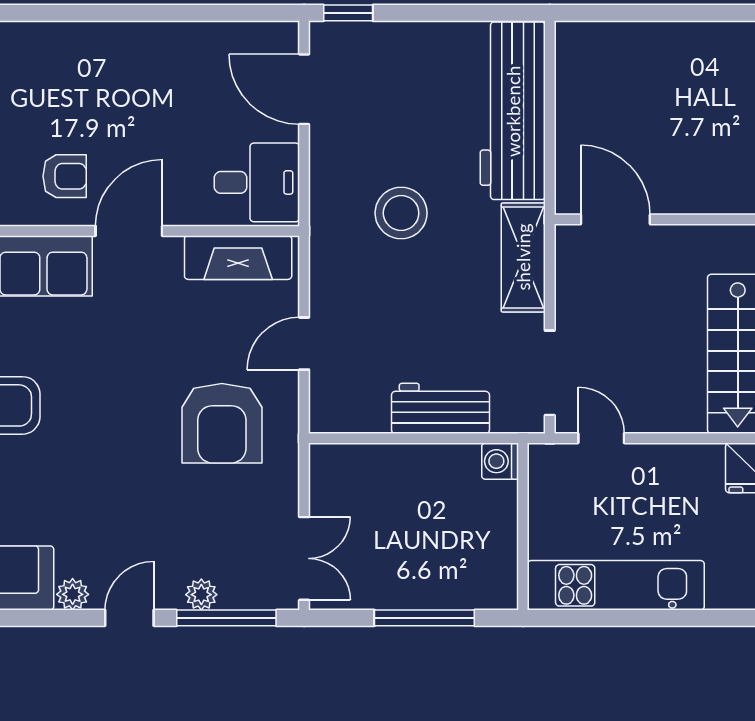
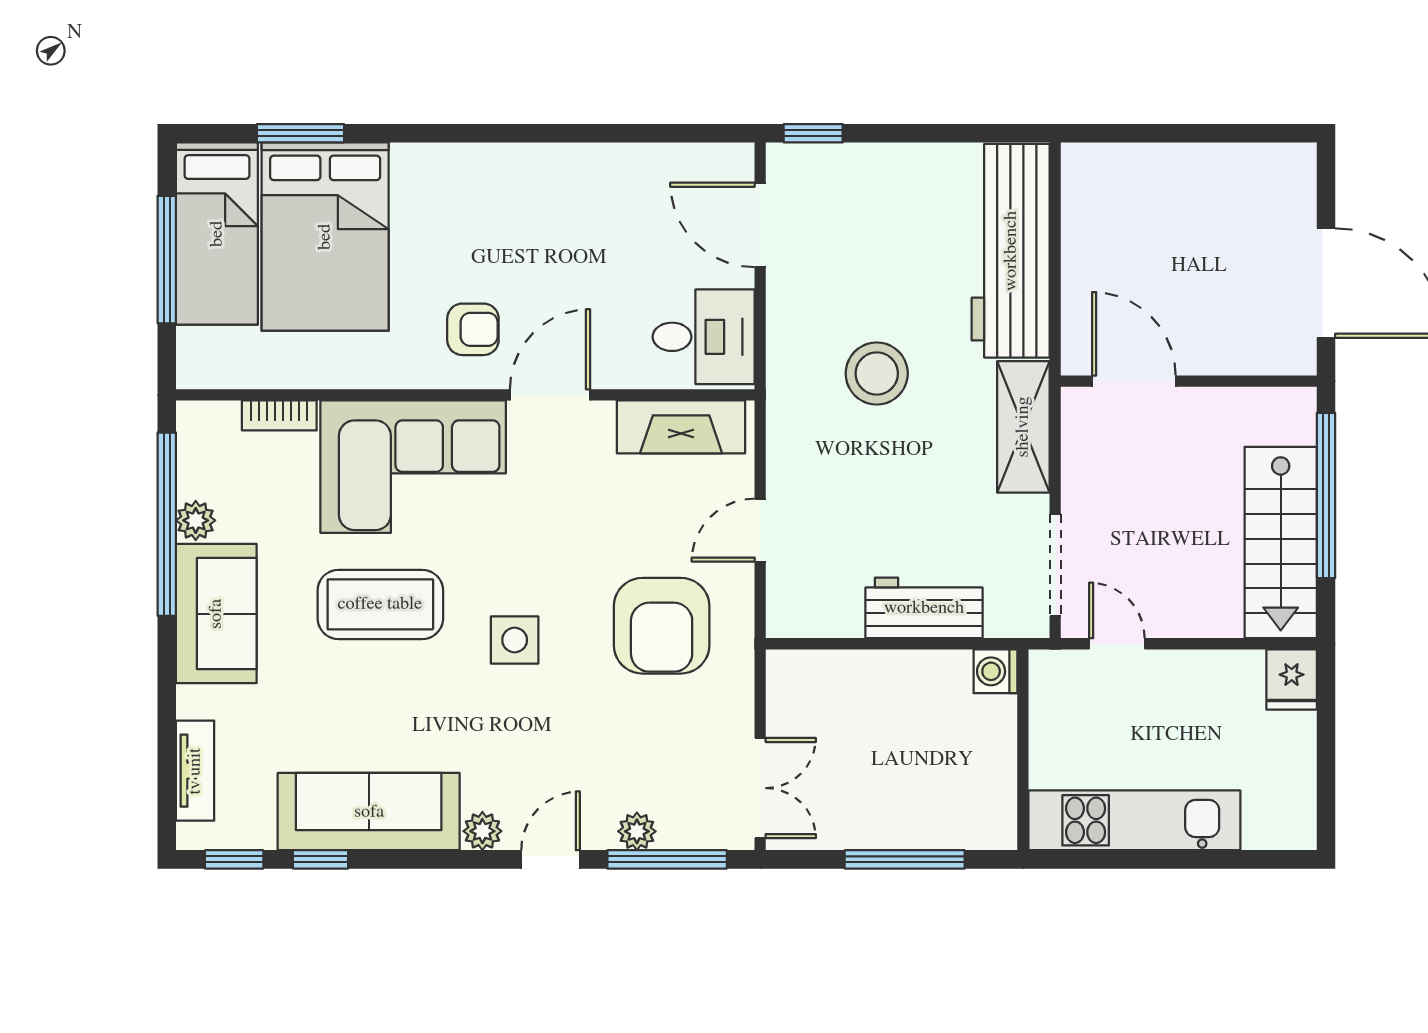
side table: (99, 435) -> (515, 640), added

